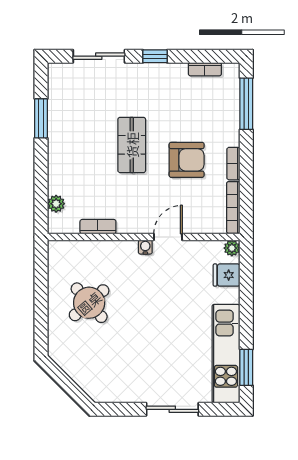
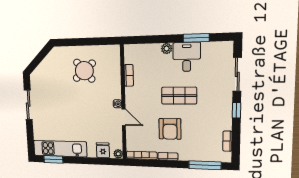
desk: (70, 133) -> (187, 57), added
plant: (56, 204) -> (167, 48), moved
sliding door: (172, 409) -> (28, 105), moved

